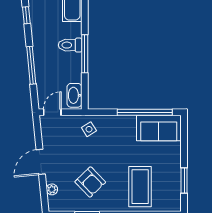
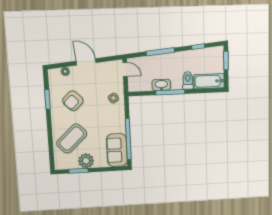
toilet: (70, 45) -> (188, 80), moved
washbasin: (74, 95) -> (161, 85), moved
plant: (171, 170) -> (86, 161), added
coffee table: (140, 187) -> (72, 139), turned -43

